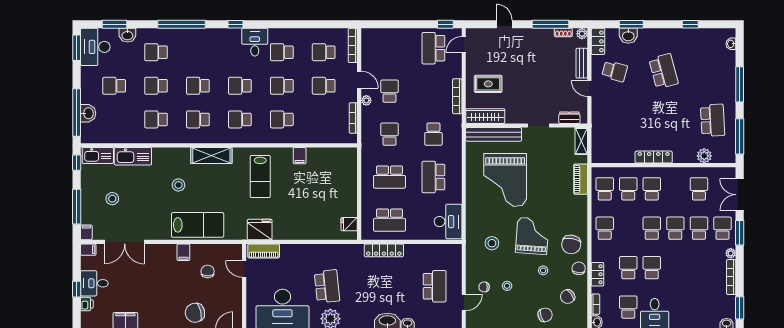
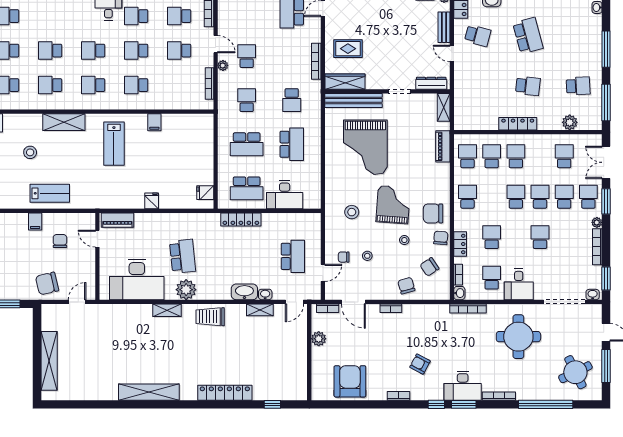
dresser: (569, 118) -> (431, 83), width x1.44
school desk: (664, 120) -> (528, 86), added
school desk: (713, 120) -> (578, 86), width x0.54
school desk: (433, 177) -> (292, 144), turned 180
desk: (448, 222) -> (285, 195), moved, turned 90
lab bench: (198, 225) -> (50, 193), width x0.73, depth x0.72
fridge: (260, 230) -> (152, 201), moved, width x0.53, depth x0.75
chair: (571, 244) -> (433, 213), turned 81
school desk: (652, 268) -> (540, 237), moved
chair: (545, 315) -> (406, 286), turned -88

